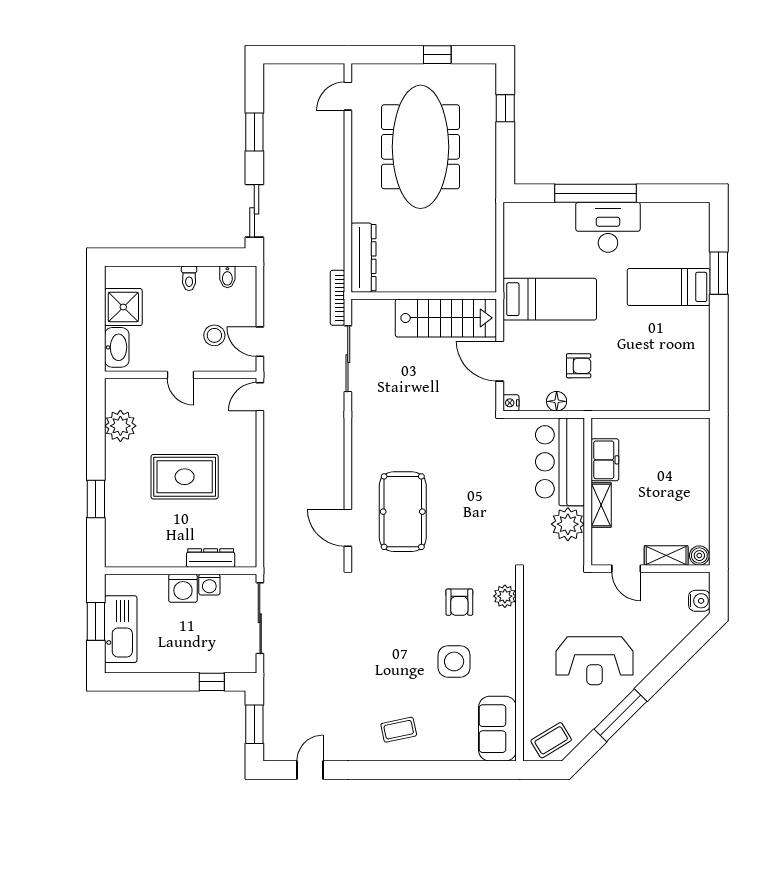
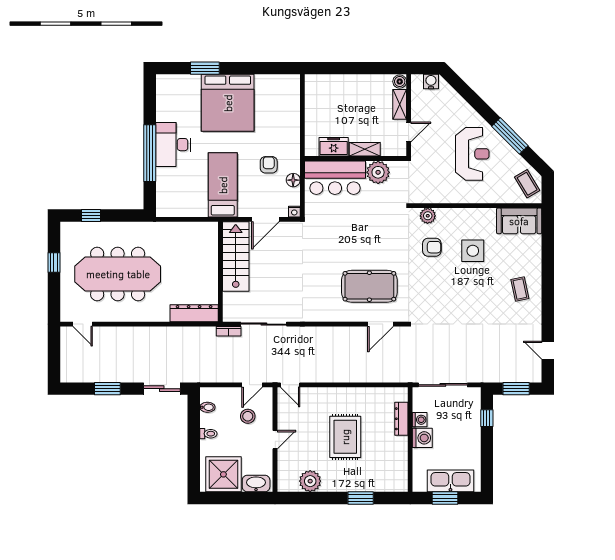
bed: (669, 287) -> (228, 103), width x2.04
bookcase: (338, 298) -> (229, 331), width x0.64
shower: (123, 307) -> (223, 474), width x1.37, depth x1.37

